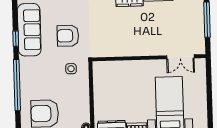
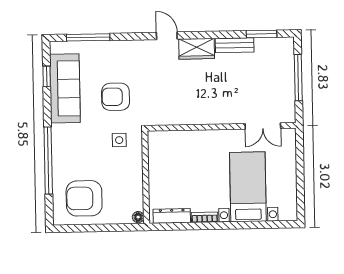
window: (16, 39) -> (47, 76), moved

